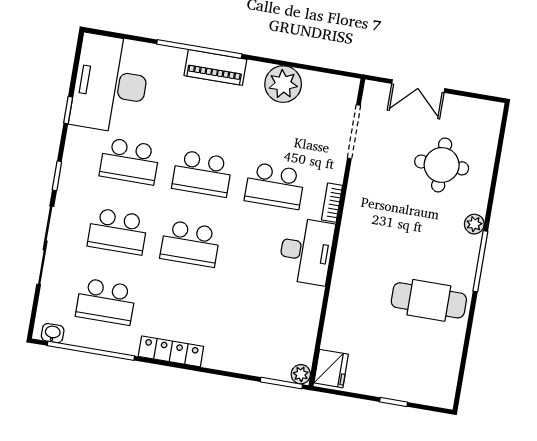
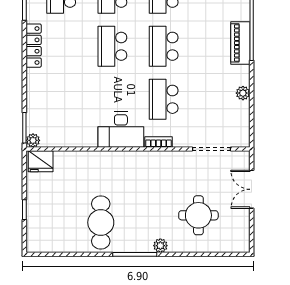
plant: (283, 84) -> (243, 93), width x0.53, depth x0.53

